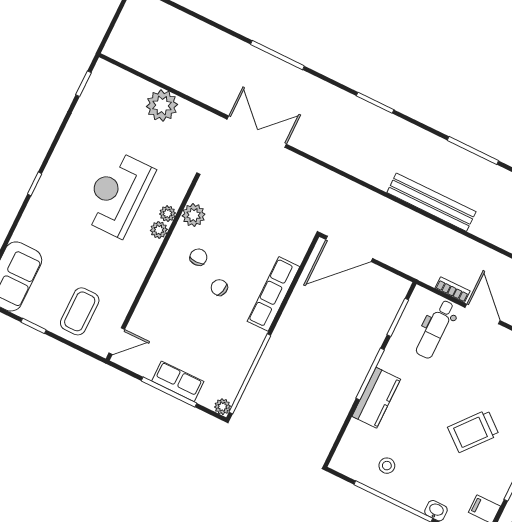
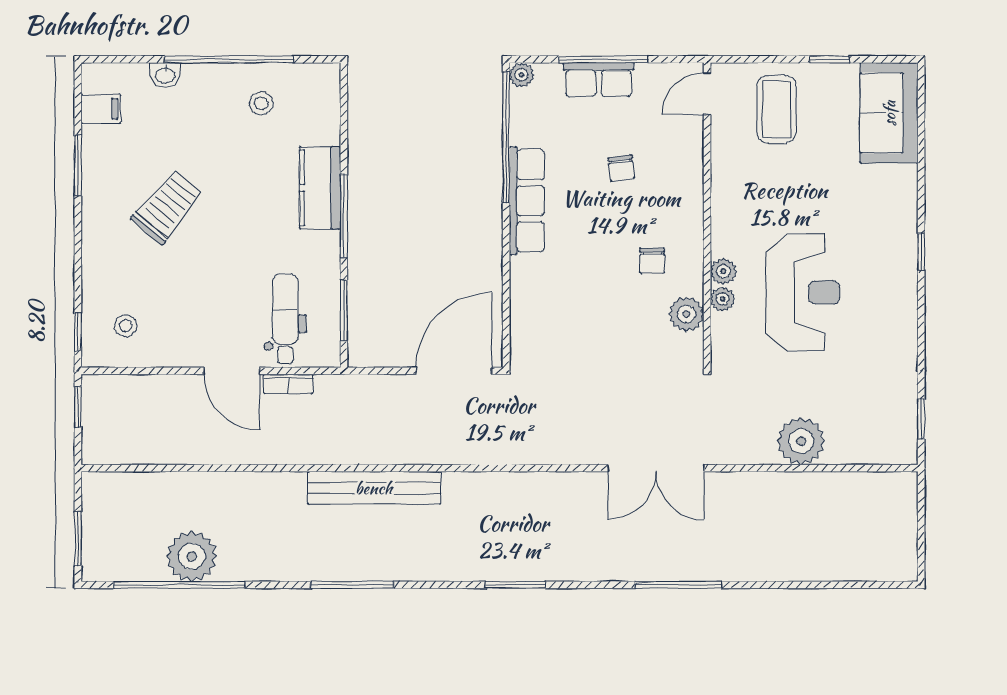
chair: (219, 288) -> (621, 168), moved, turned 69
row of seats: (274, 294) -> (527, 201), moved

